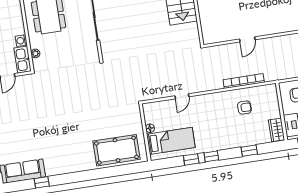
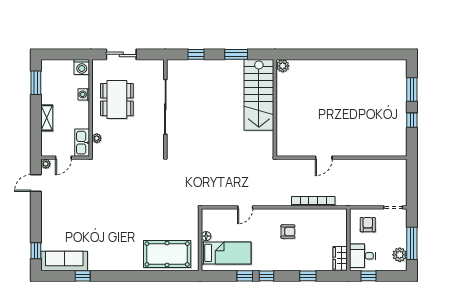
washing machine: (21, 41) -> (84, 94), moved
armchair: (244, 108) -> (288, 232), moved

